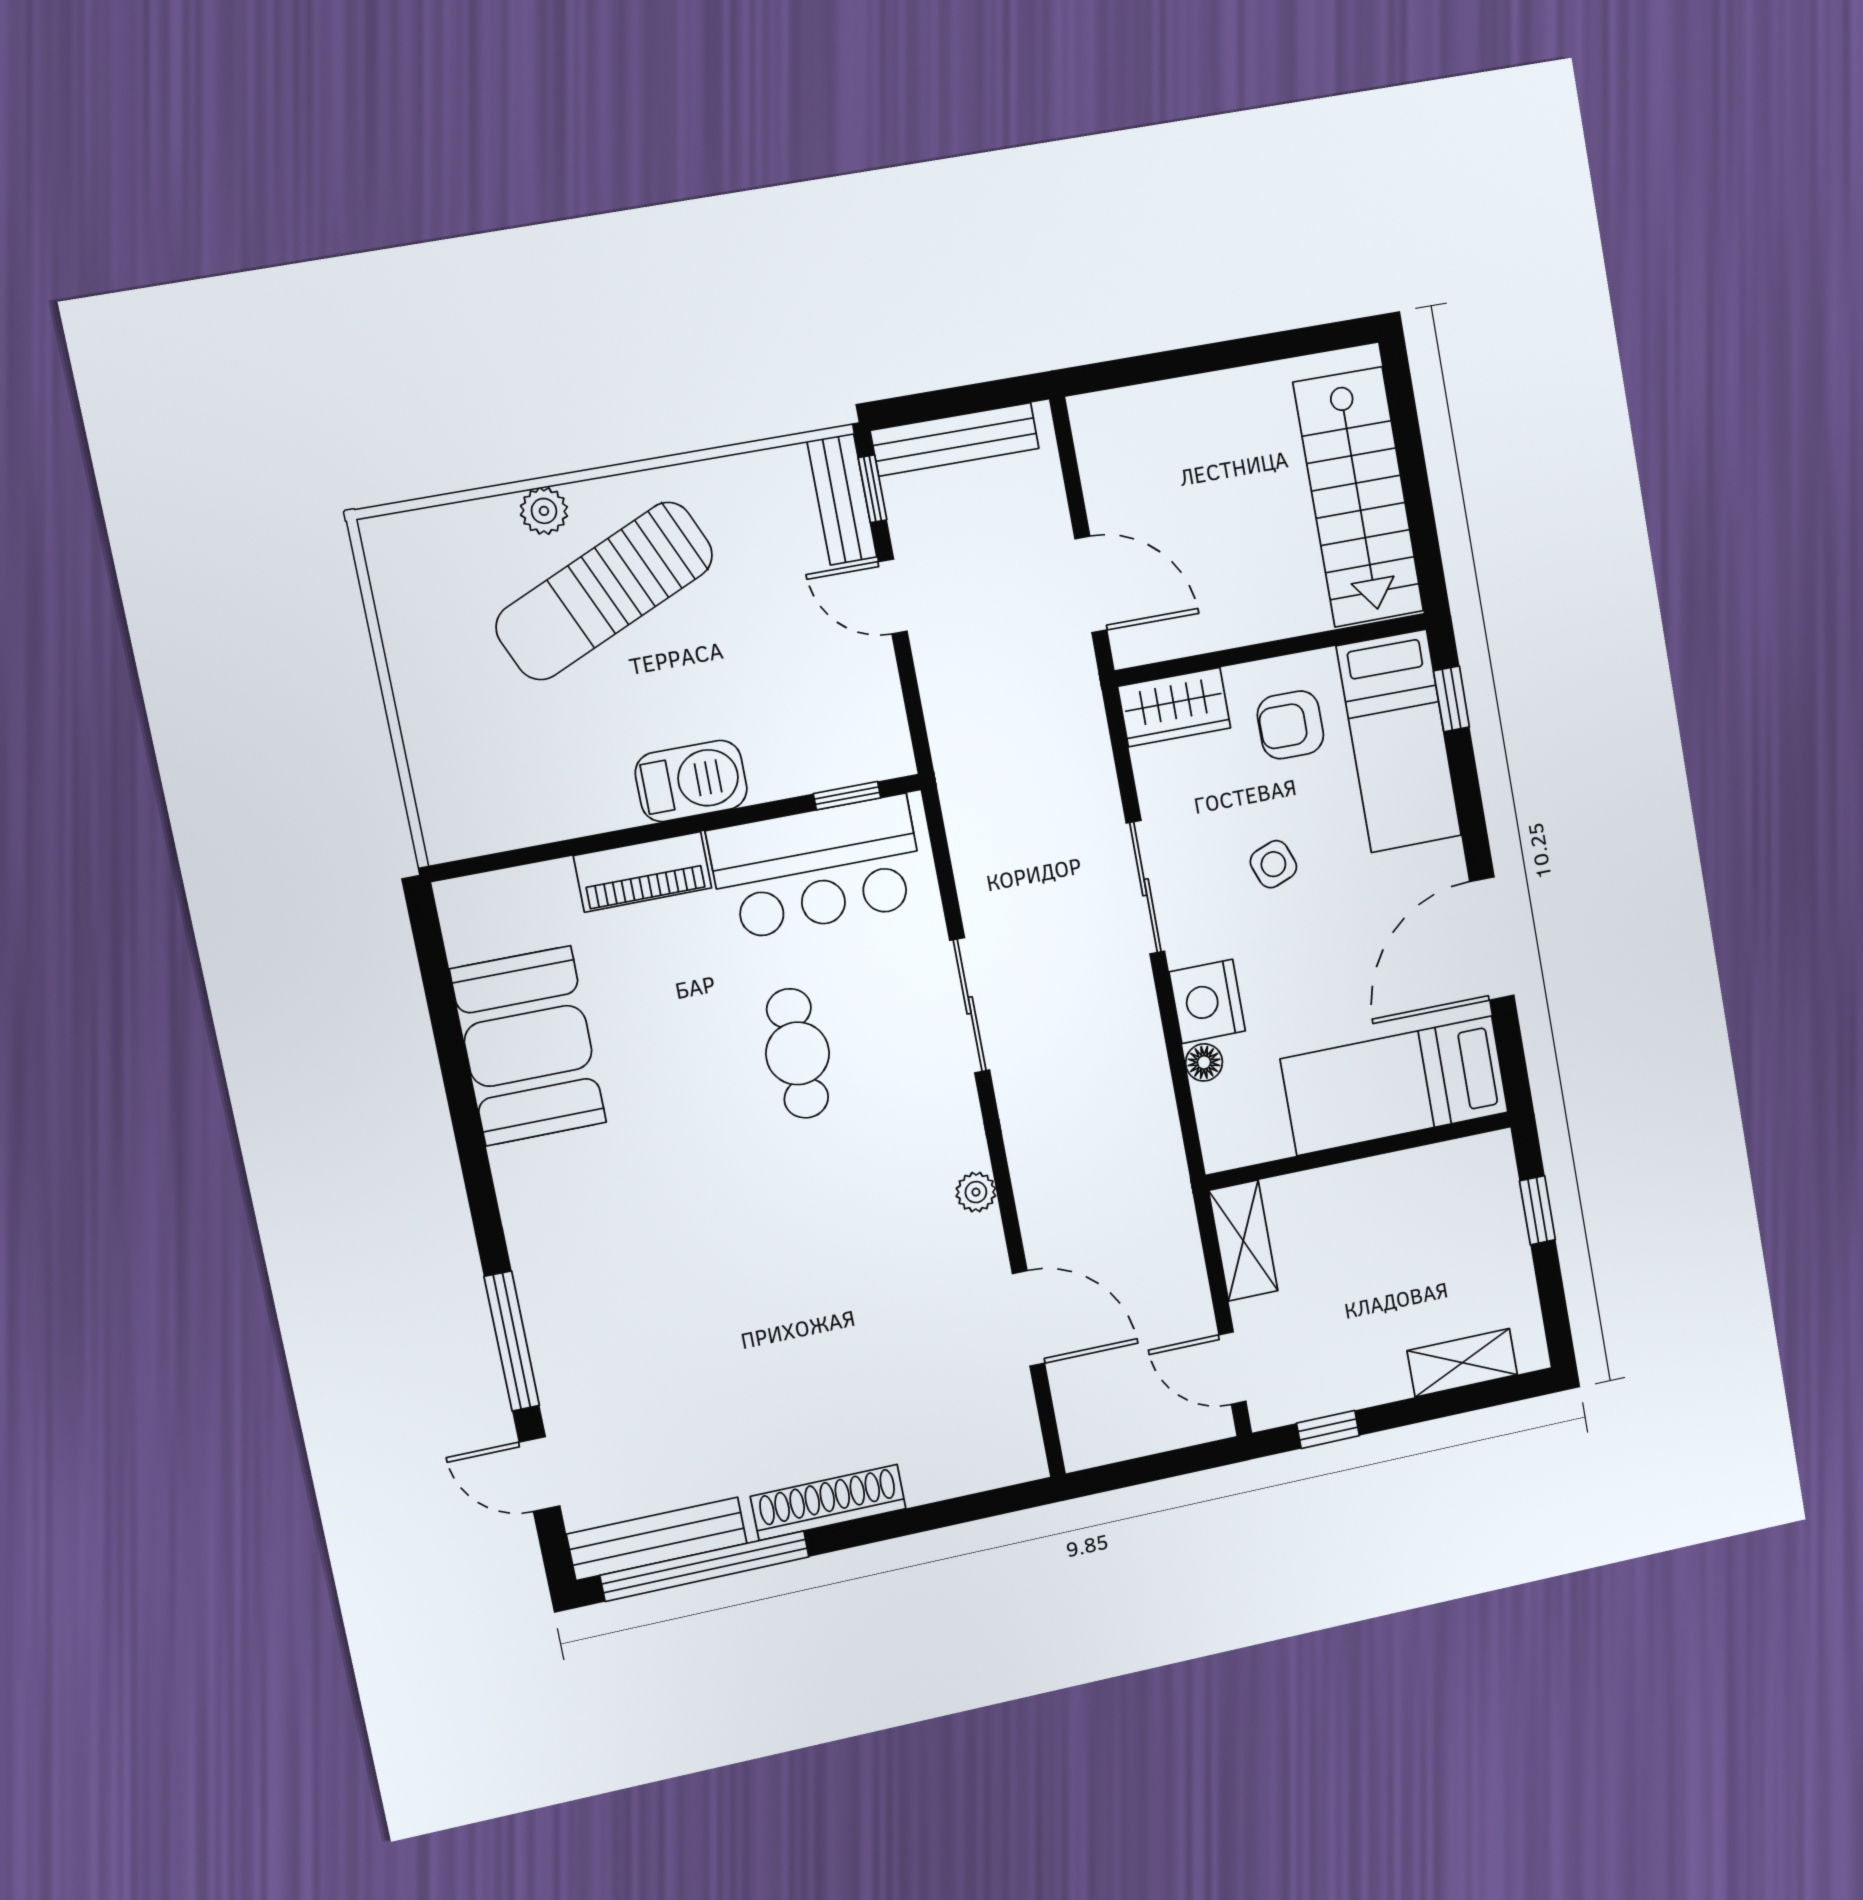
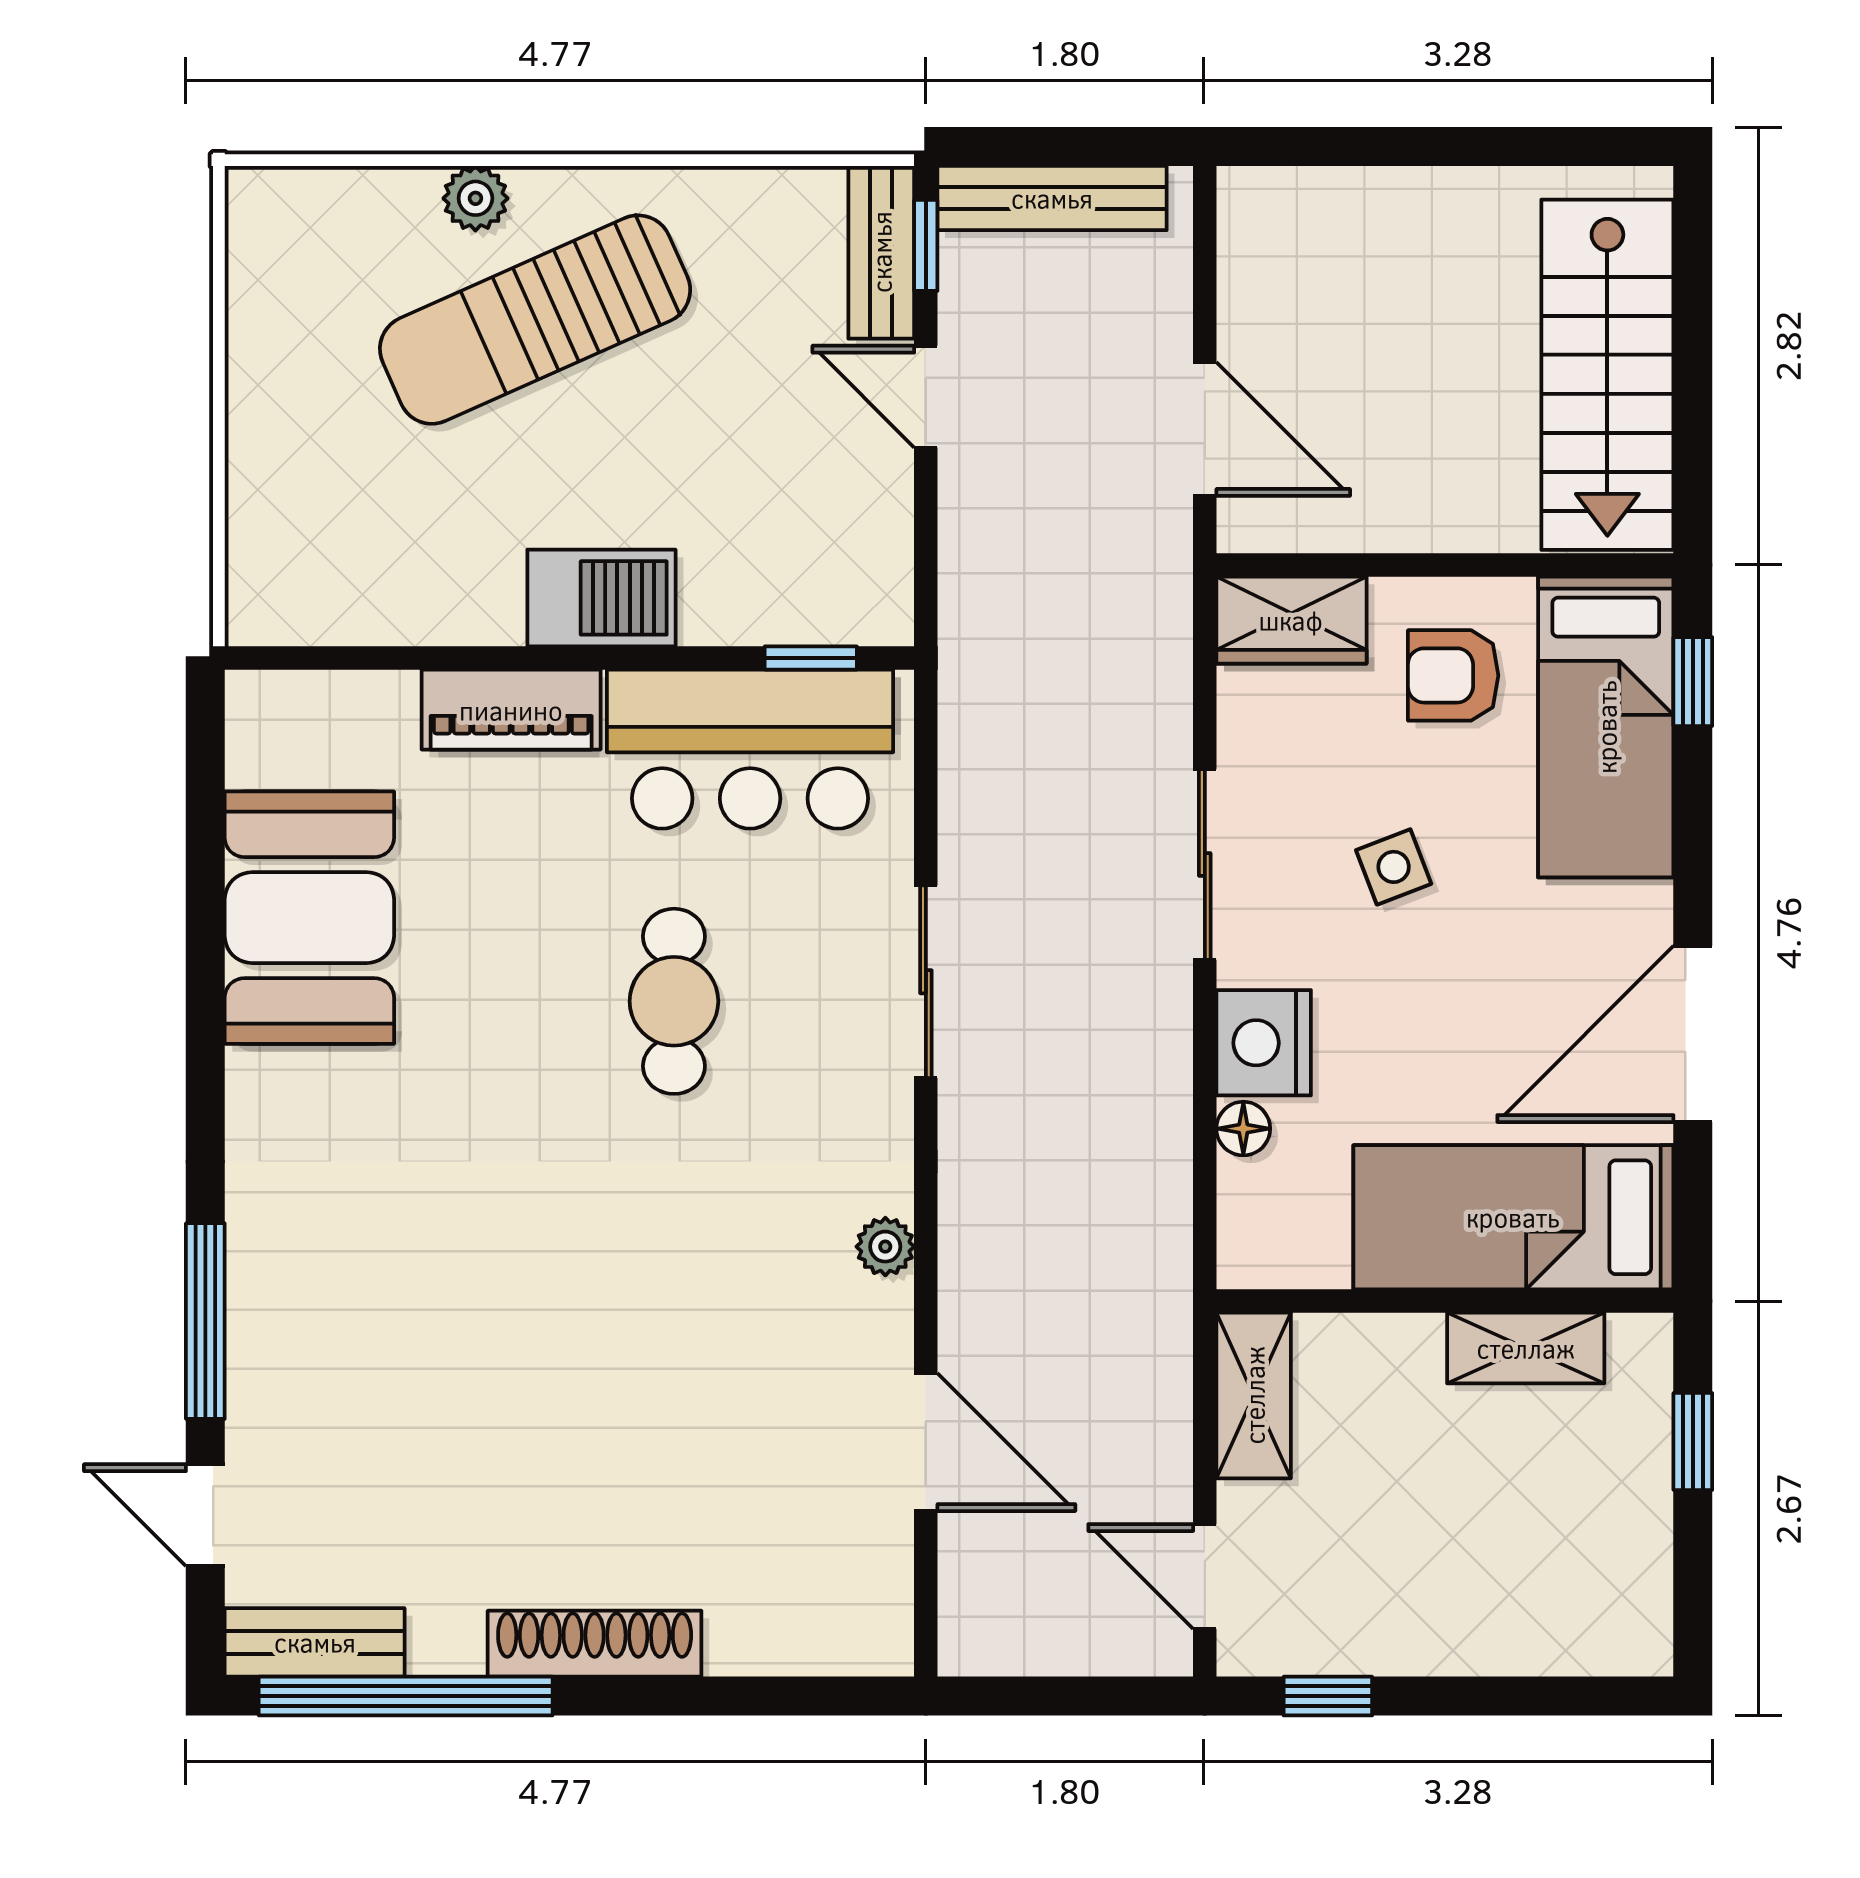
shelving: (1462, 1363) -> (1526, 1348), moved
bench: (657, 1539) -> (315, 1642), width x0.73

